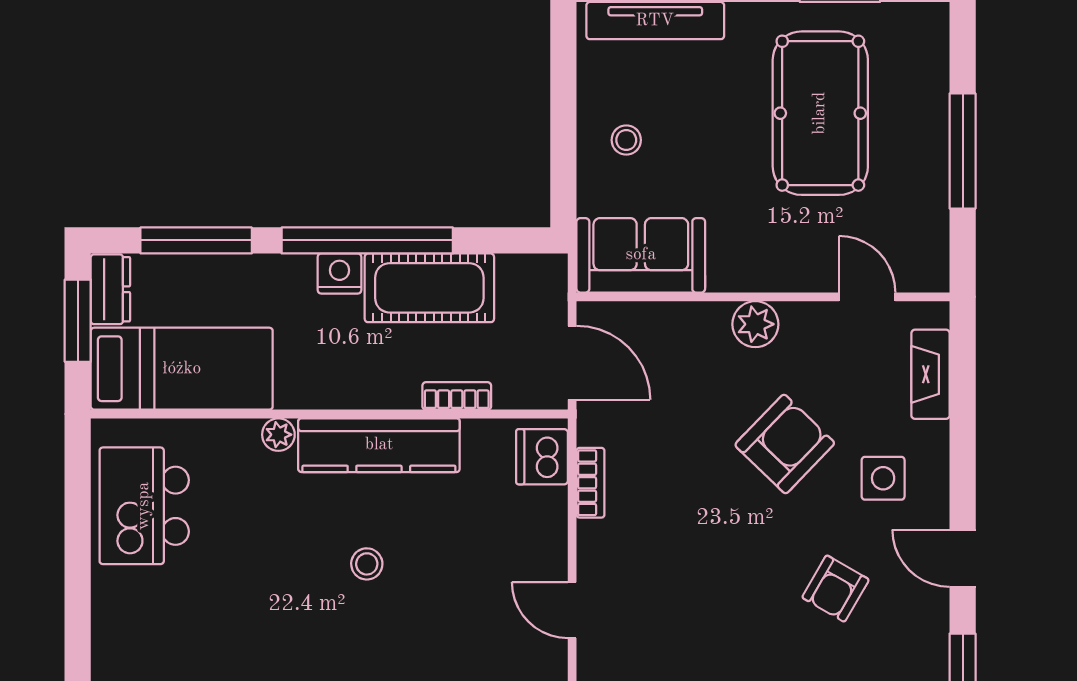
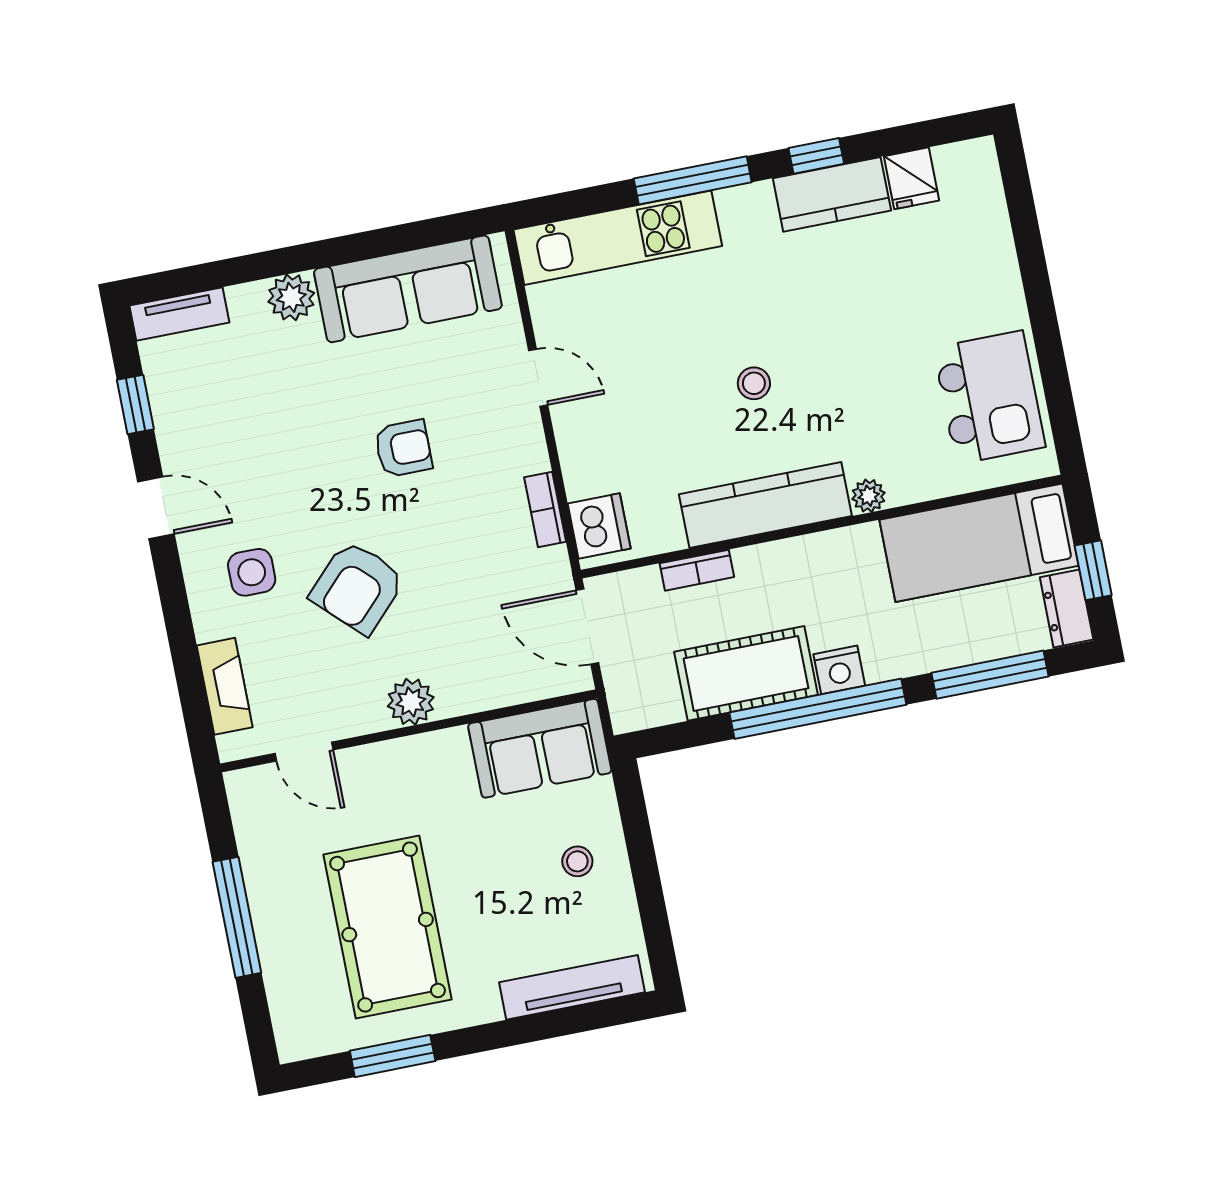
window: (78, 321) -> (1093, 570), width x0.67
armchair: (835, 589) -> (403, 448), moved, turned 60

